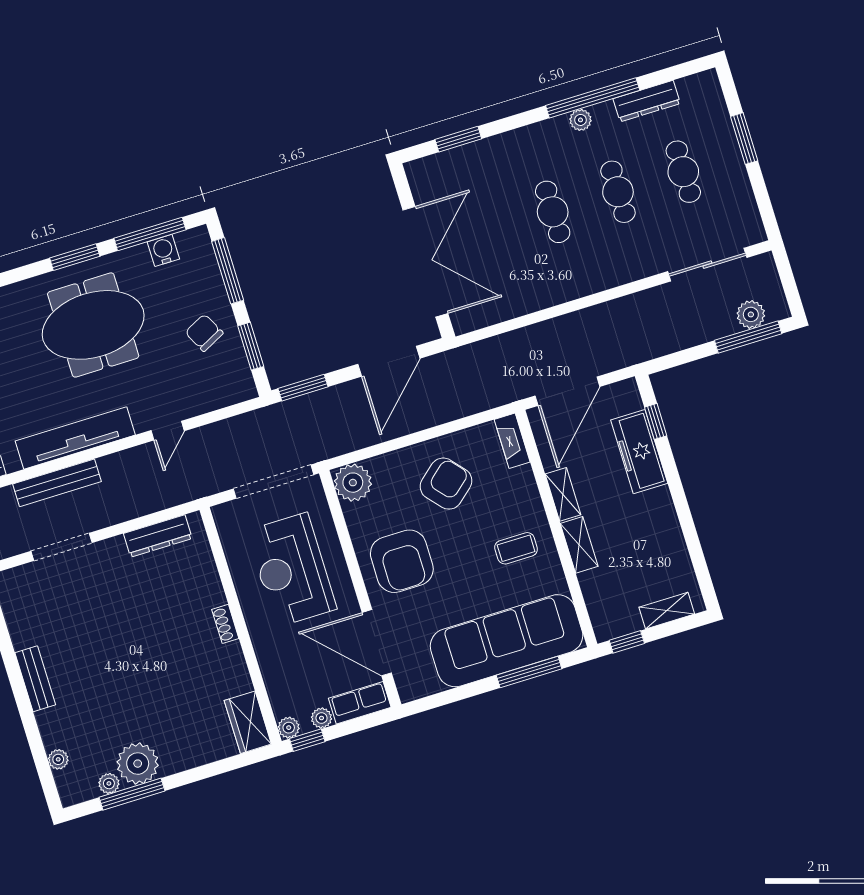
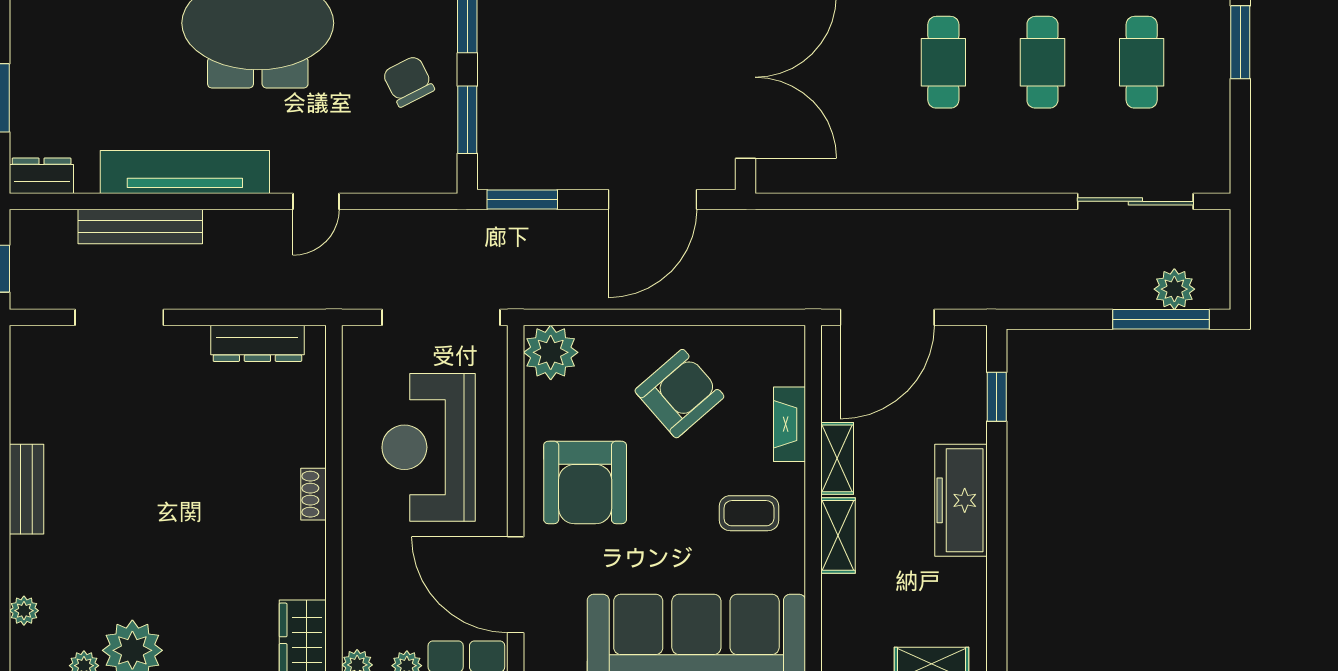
fireplace: (512, 441) -> (790, 424), moved
freezer: (639, 452) -> (961, 500), moved

